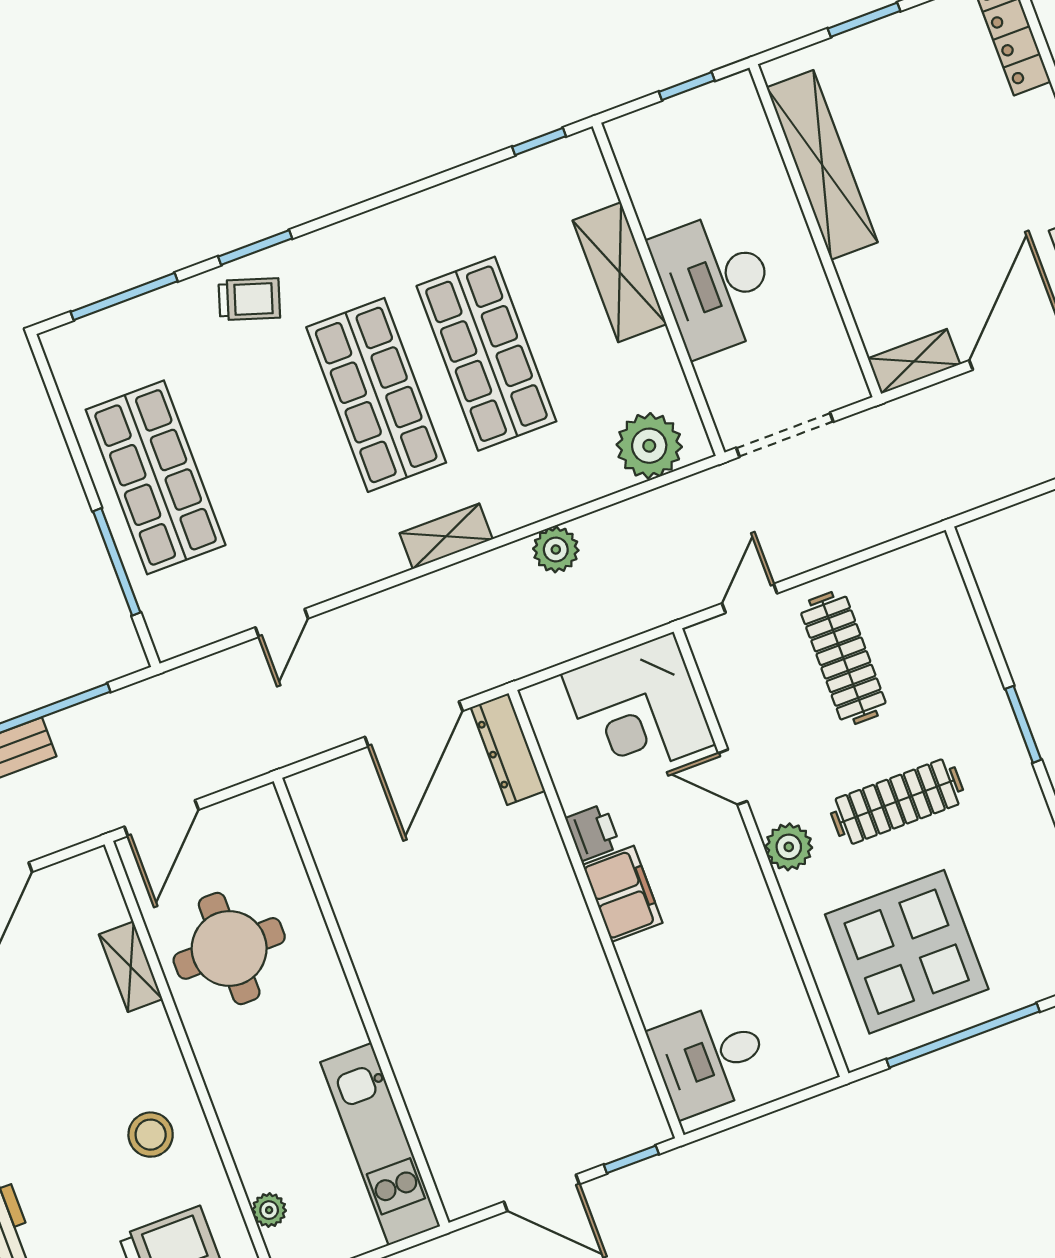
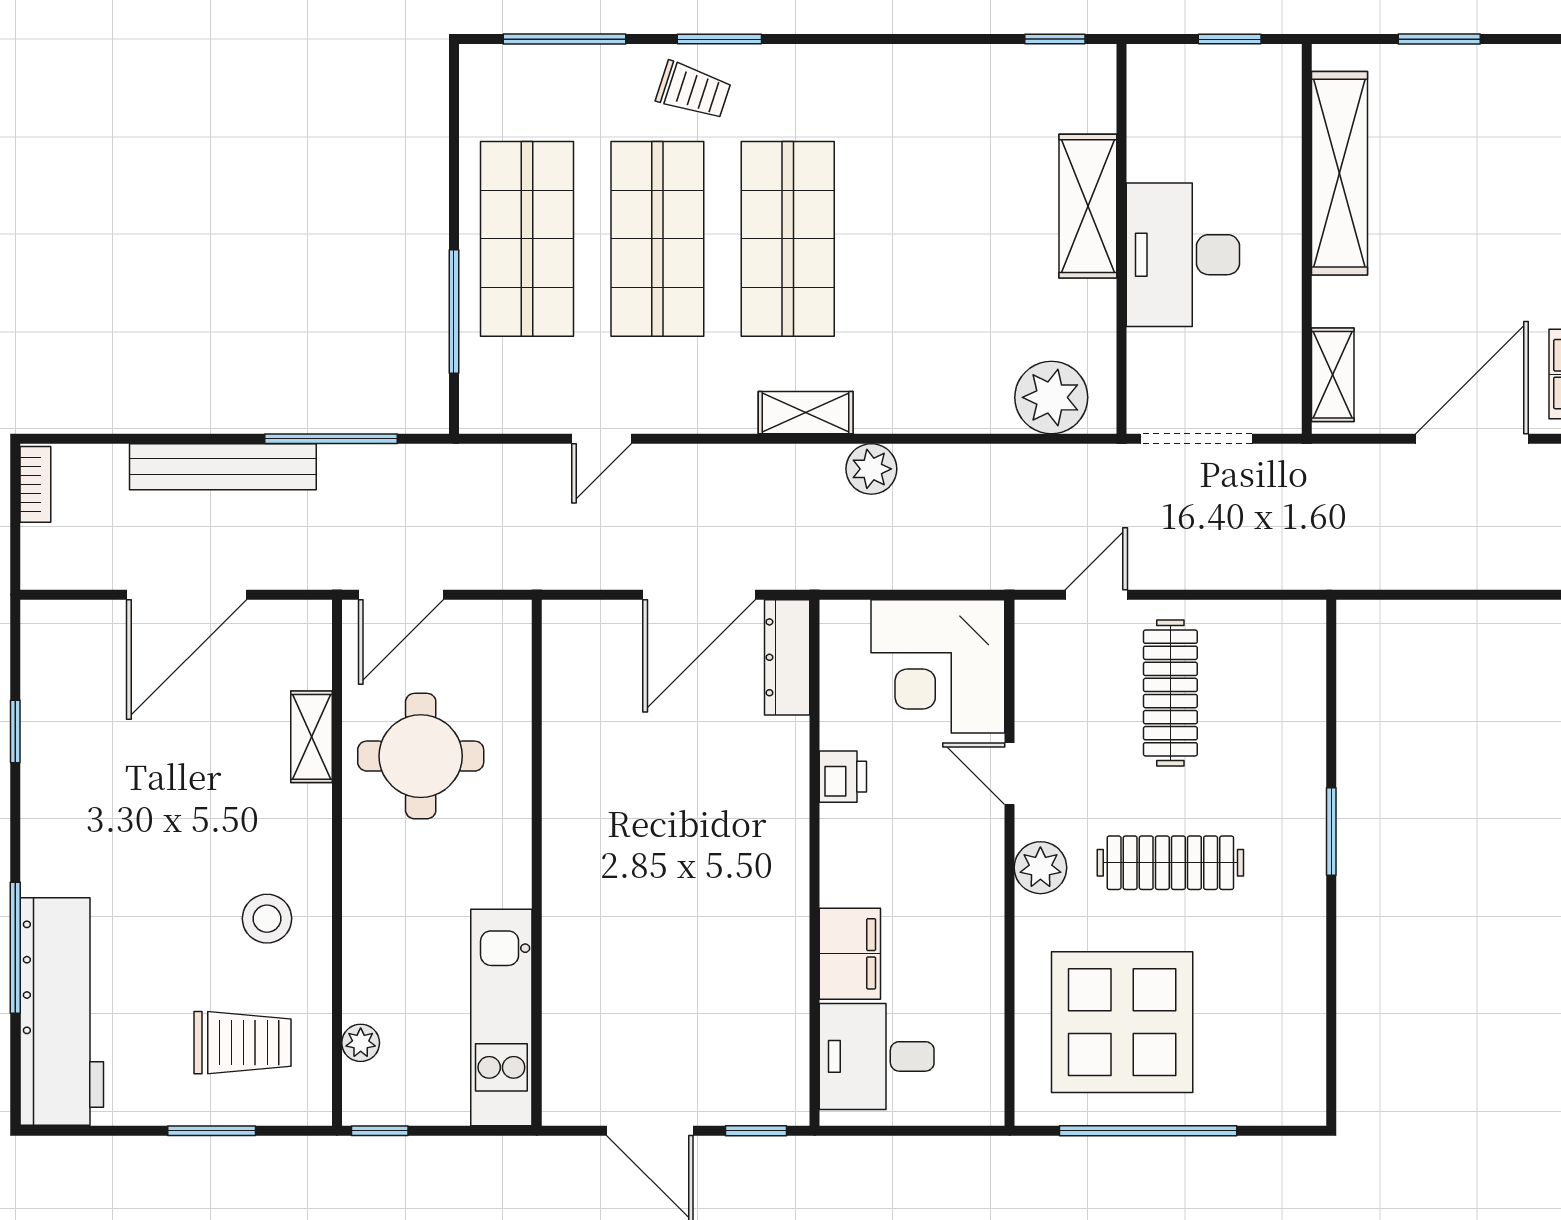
shop shelf: (486, 354) -> (657, 239), moved
shelving: (914, 361) -> (1333, 375), moved, turned 90
plant: (556, 550) -> (871, 469), moved
filing cabinet: (623, 894) -> (850, 954), moved

